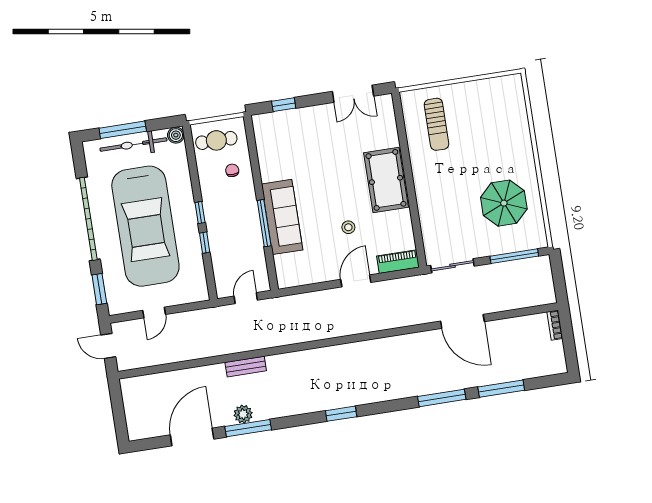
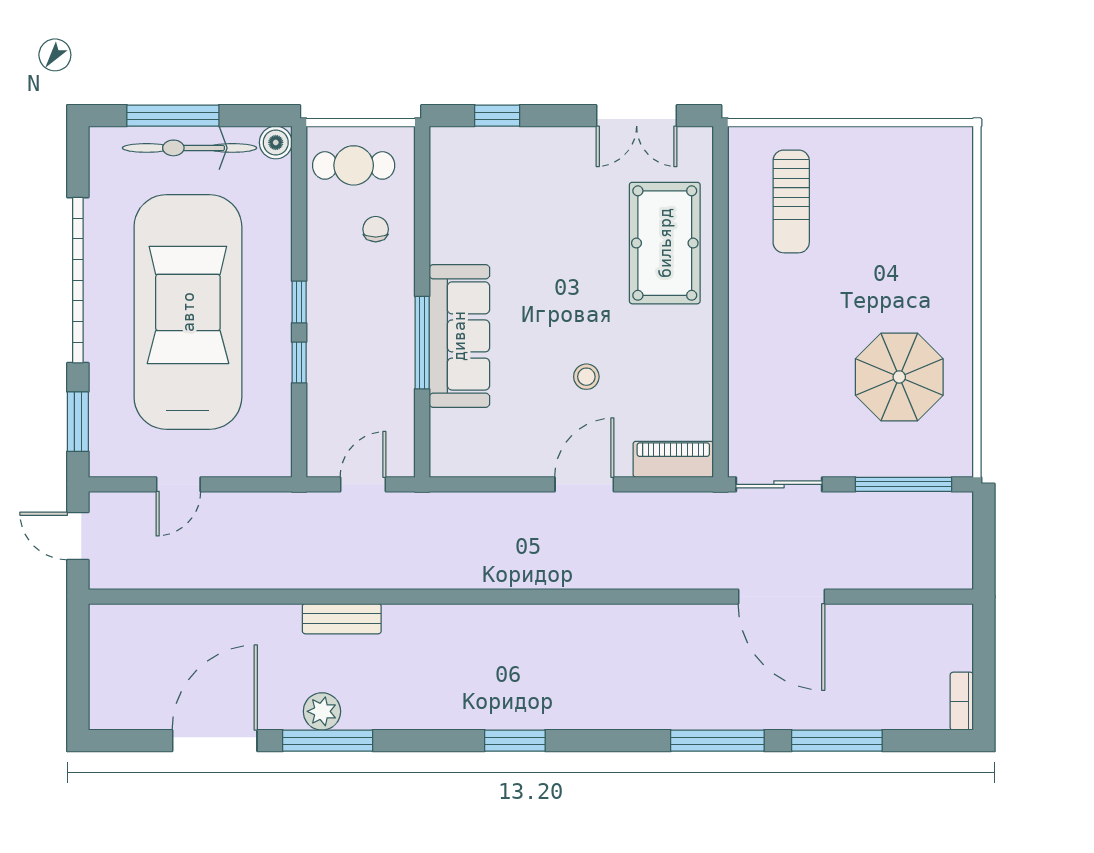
pool table: (386, 180) -> (665, 243), moved
car: (145, 226) -> (188, 312), turned 180
bookcase: (555, 325) -> (962, 701), moved

